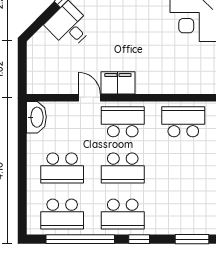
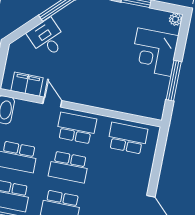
filing cabinet: (118, 83) -> (27, 84), moved

